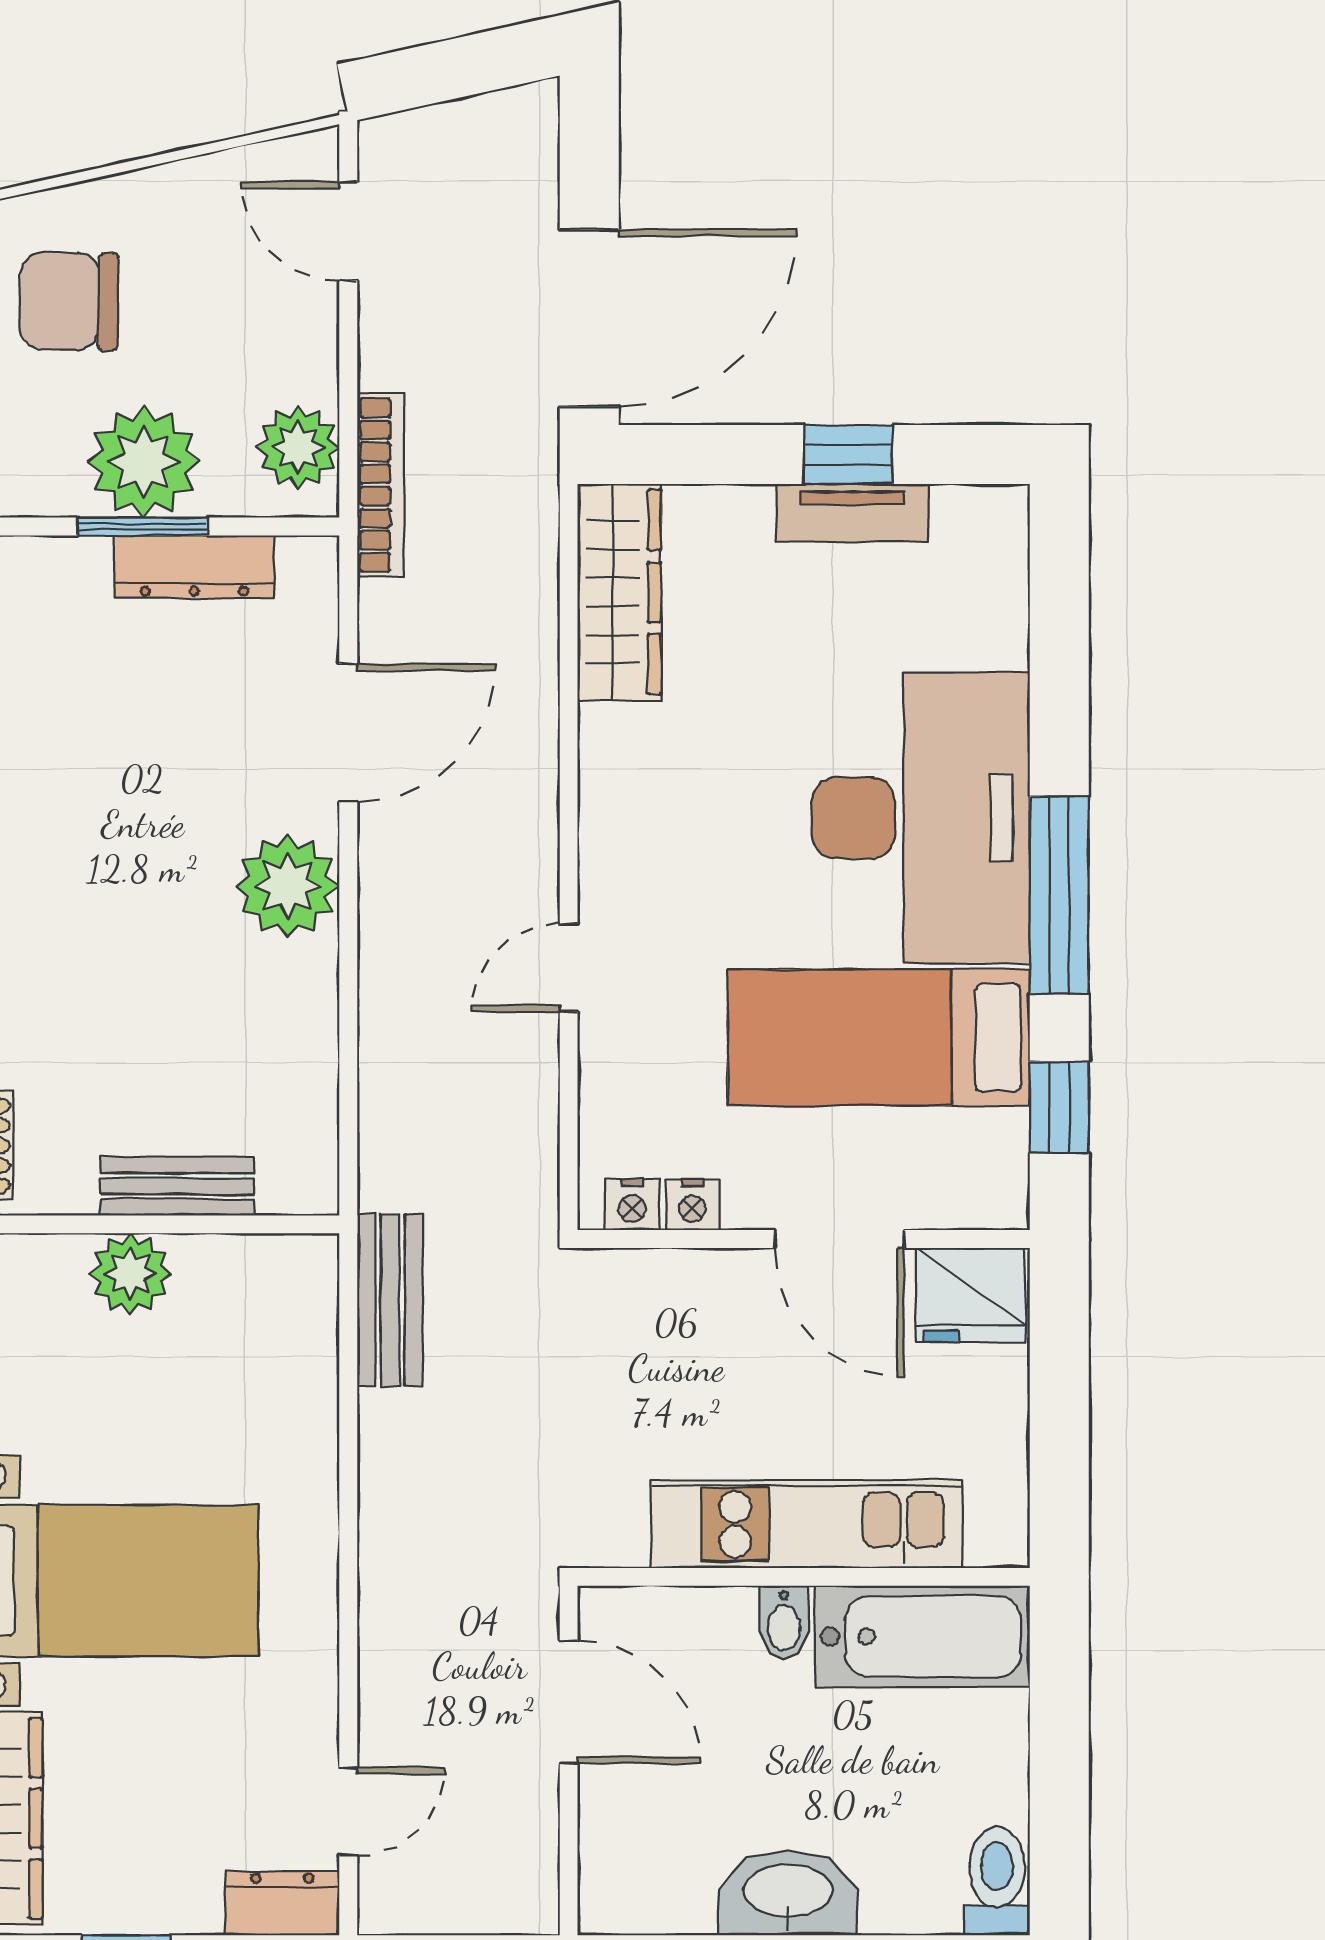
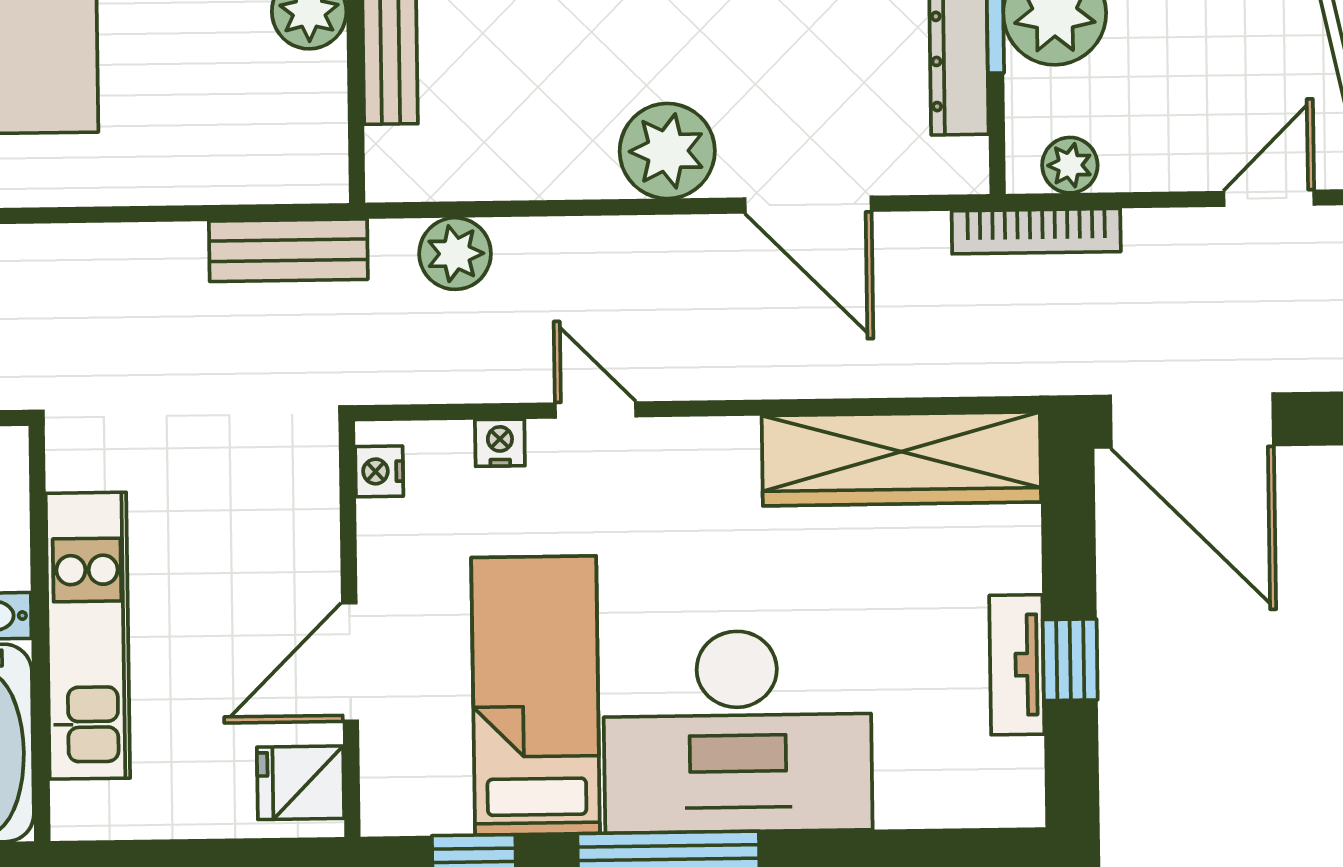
plant: (298, 447) -> (1070, 165), width x0.73, depth x0.73
wardrobe: (619, 592) -> (901, 459), width x1.40, depth x1.17
plant: (396, 1118) -> (455, 254), added
nightstand: (692, 1205) -> (500, 443), moved, turned 90
fridge: (970, 1295) -> (300, 783), width x0.72

